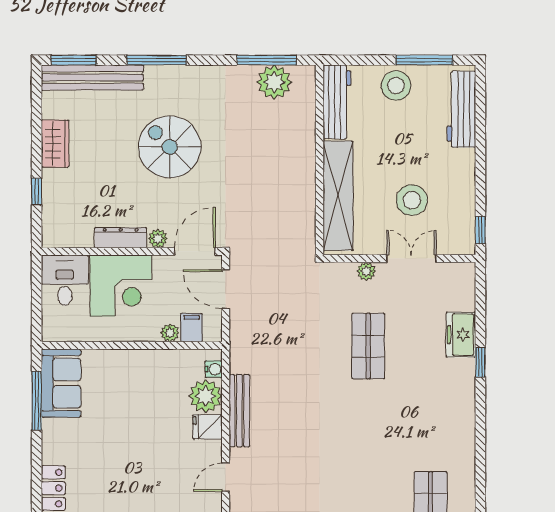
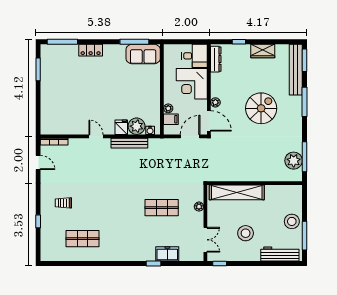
workbench: (337, 102) -> (284, 192), removed
stool: (412, 200) -> (246, 233), moved
dresser: (121, 238) -> (216, 59), moved
double door: (411, 259) -> (205, 240), moved

